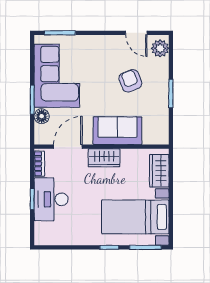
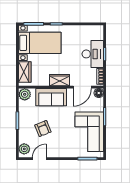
door: (136, 33) -> (39, 159), hinge flipped
floor lamp: (42, 116) -> (99, 93), moved
plant: (159, 135) -> (25, 94), added

